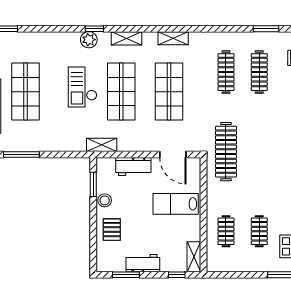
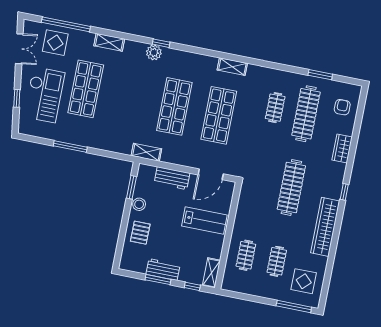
shelving: (127, 38) -> (109, 42), moved
clothes rail: (226, 72) -> (275, 108), width x0.73
clothes rail: (259, 72) -> (306, 114), width x1.37, depth x1.31
checkout: (83, 87) -> (139, 95), removed
clothes rail: (226, 152) -> (291, 188), moved
door: (173, 155) -> (211, 174), hinge flipped
lab bench: (176, 204) -> (204, 221), turned 180
window: (126, 275) -> (158, 280), moved

